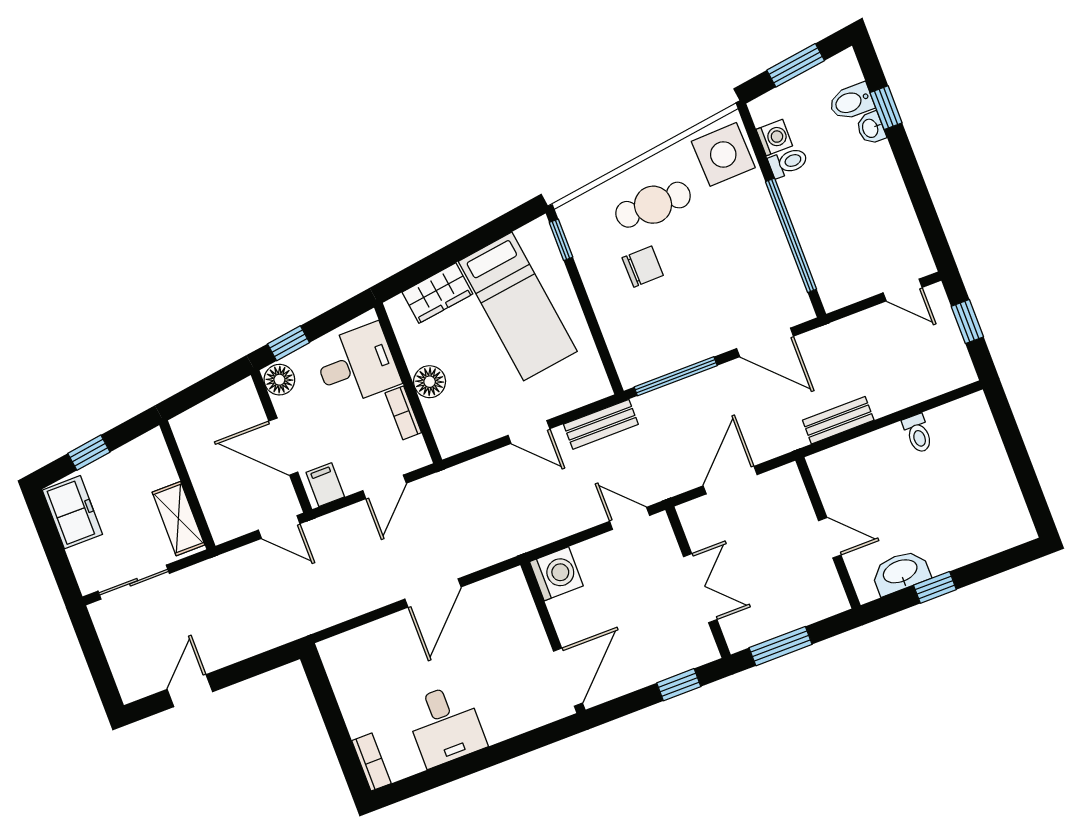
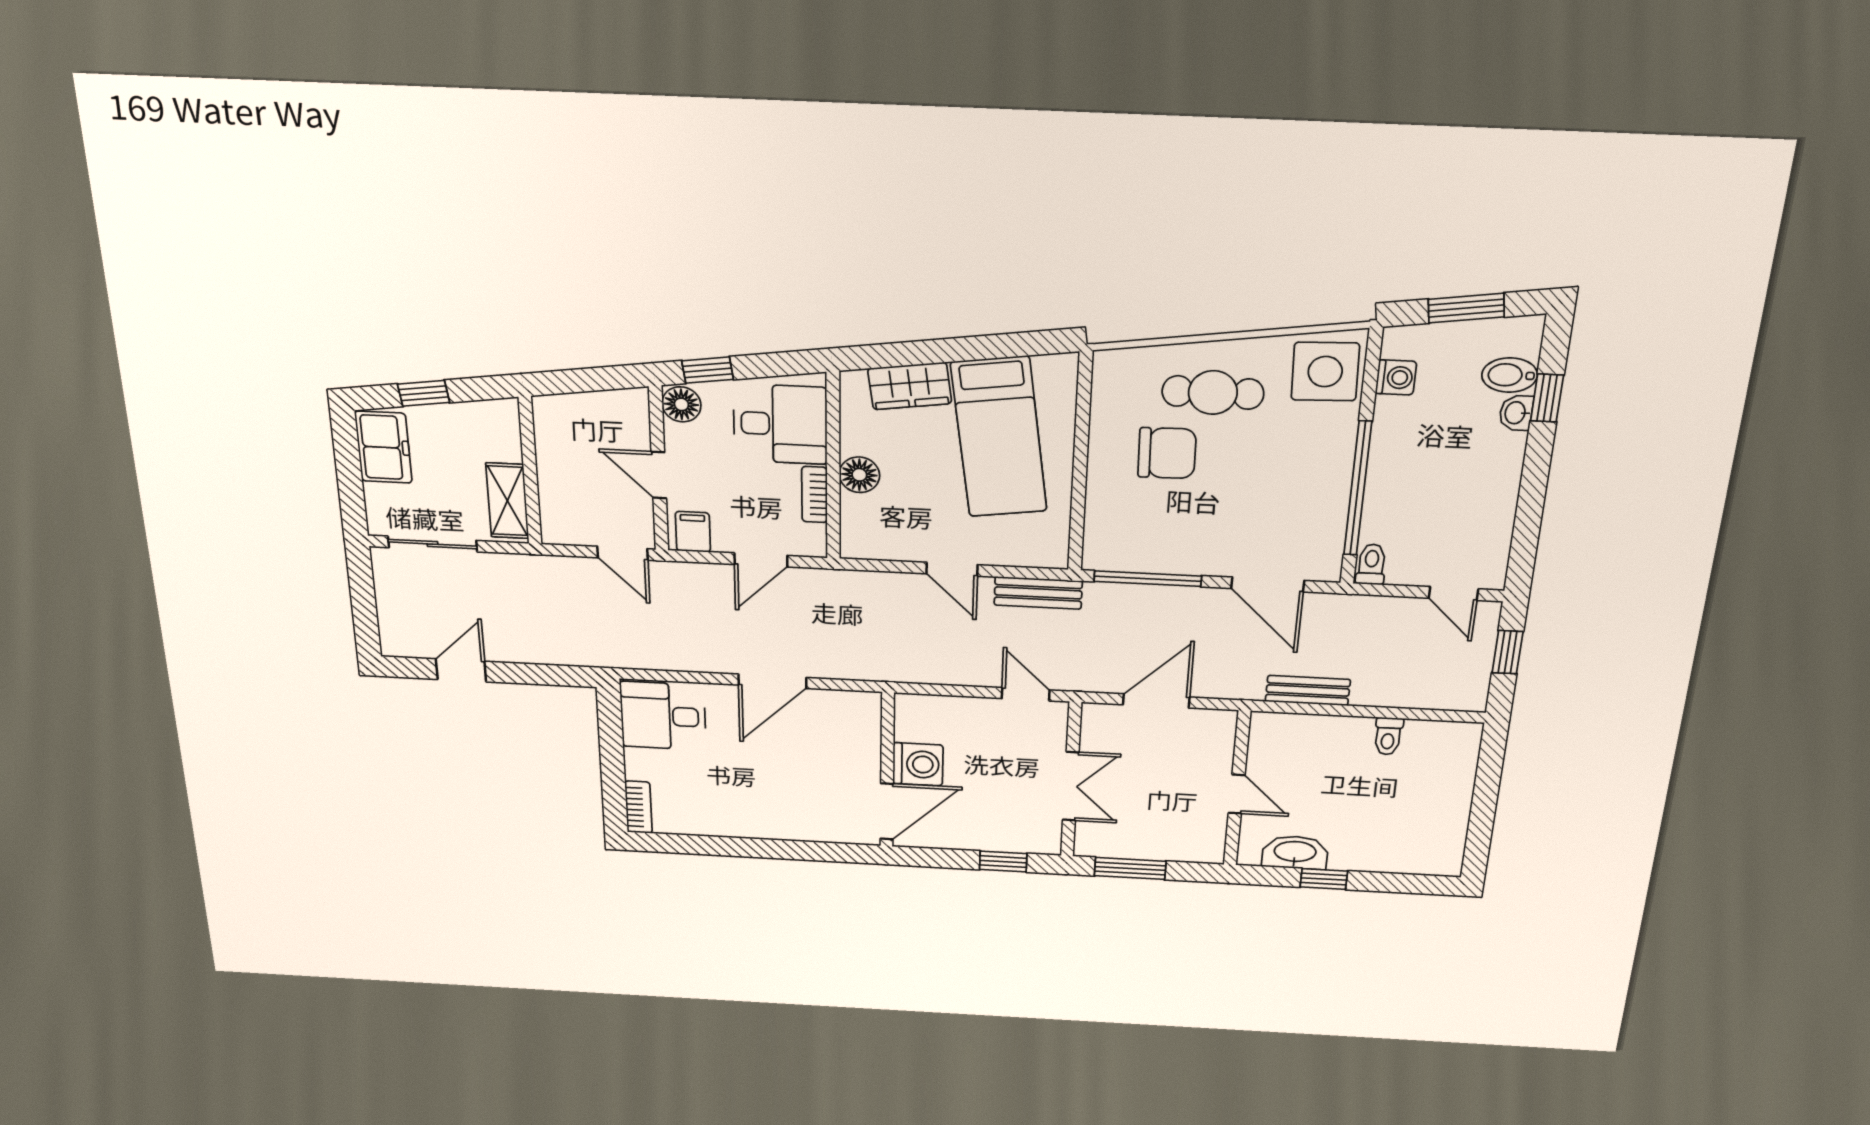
toilet: (788, 162) -> (1371, 564), moved, turned -90
window: (561, 240) -> (1084, 387), removed
chair: (643, 267) -> (1167, 453), width x1.37, depth x1.37
door: (283, 447) -> (659, 475), width x0.73
washing machine: (556, 574) -> (918, 764), moved
desk: (445, 725) -> (663, 716), moved, turned 90

